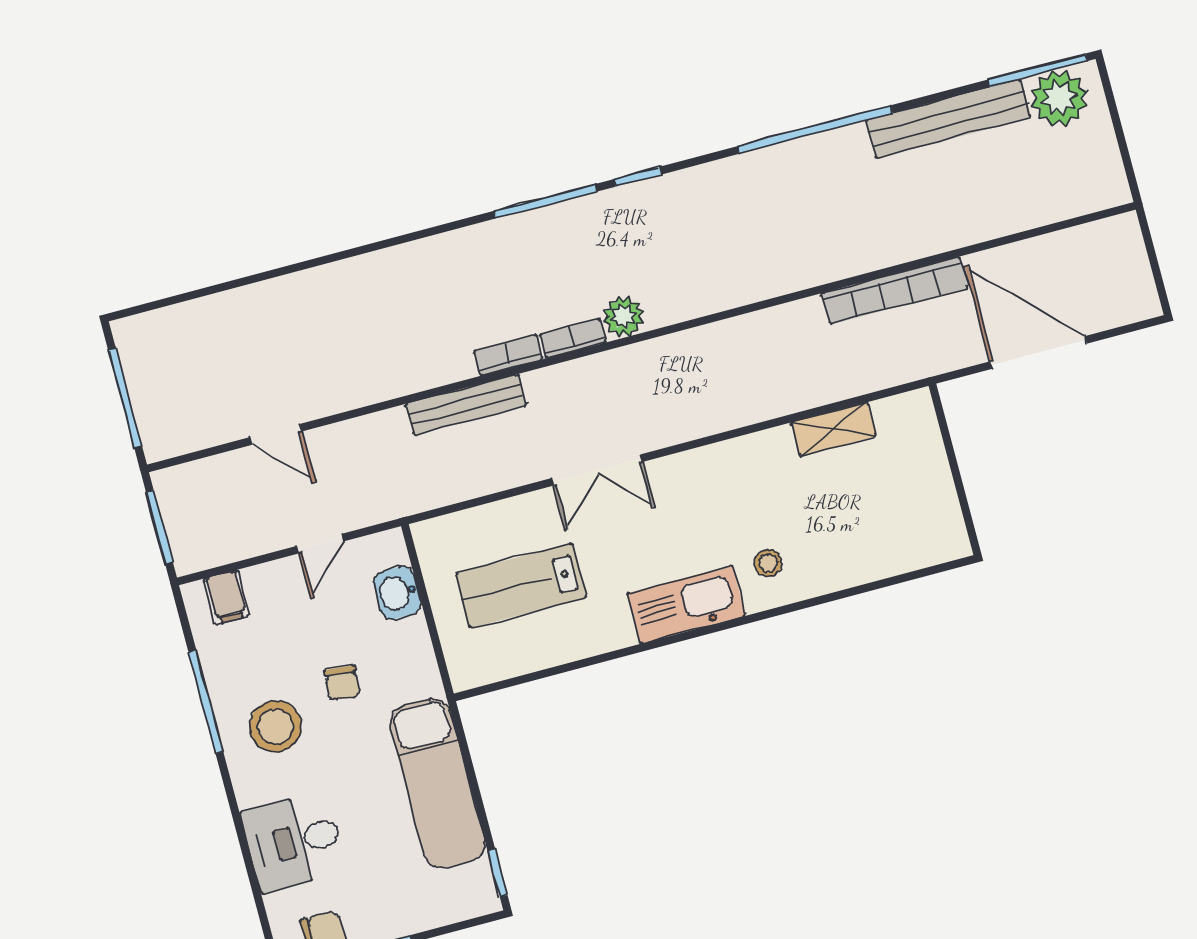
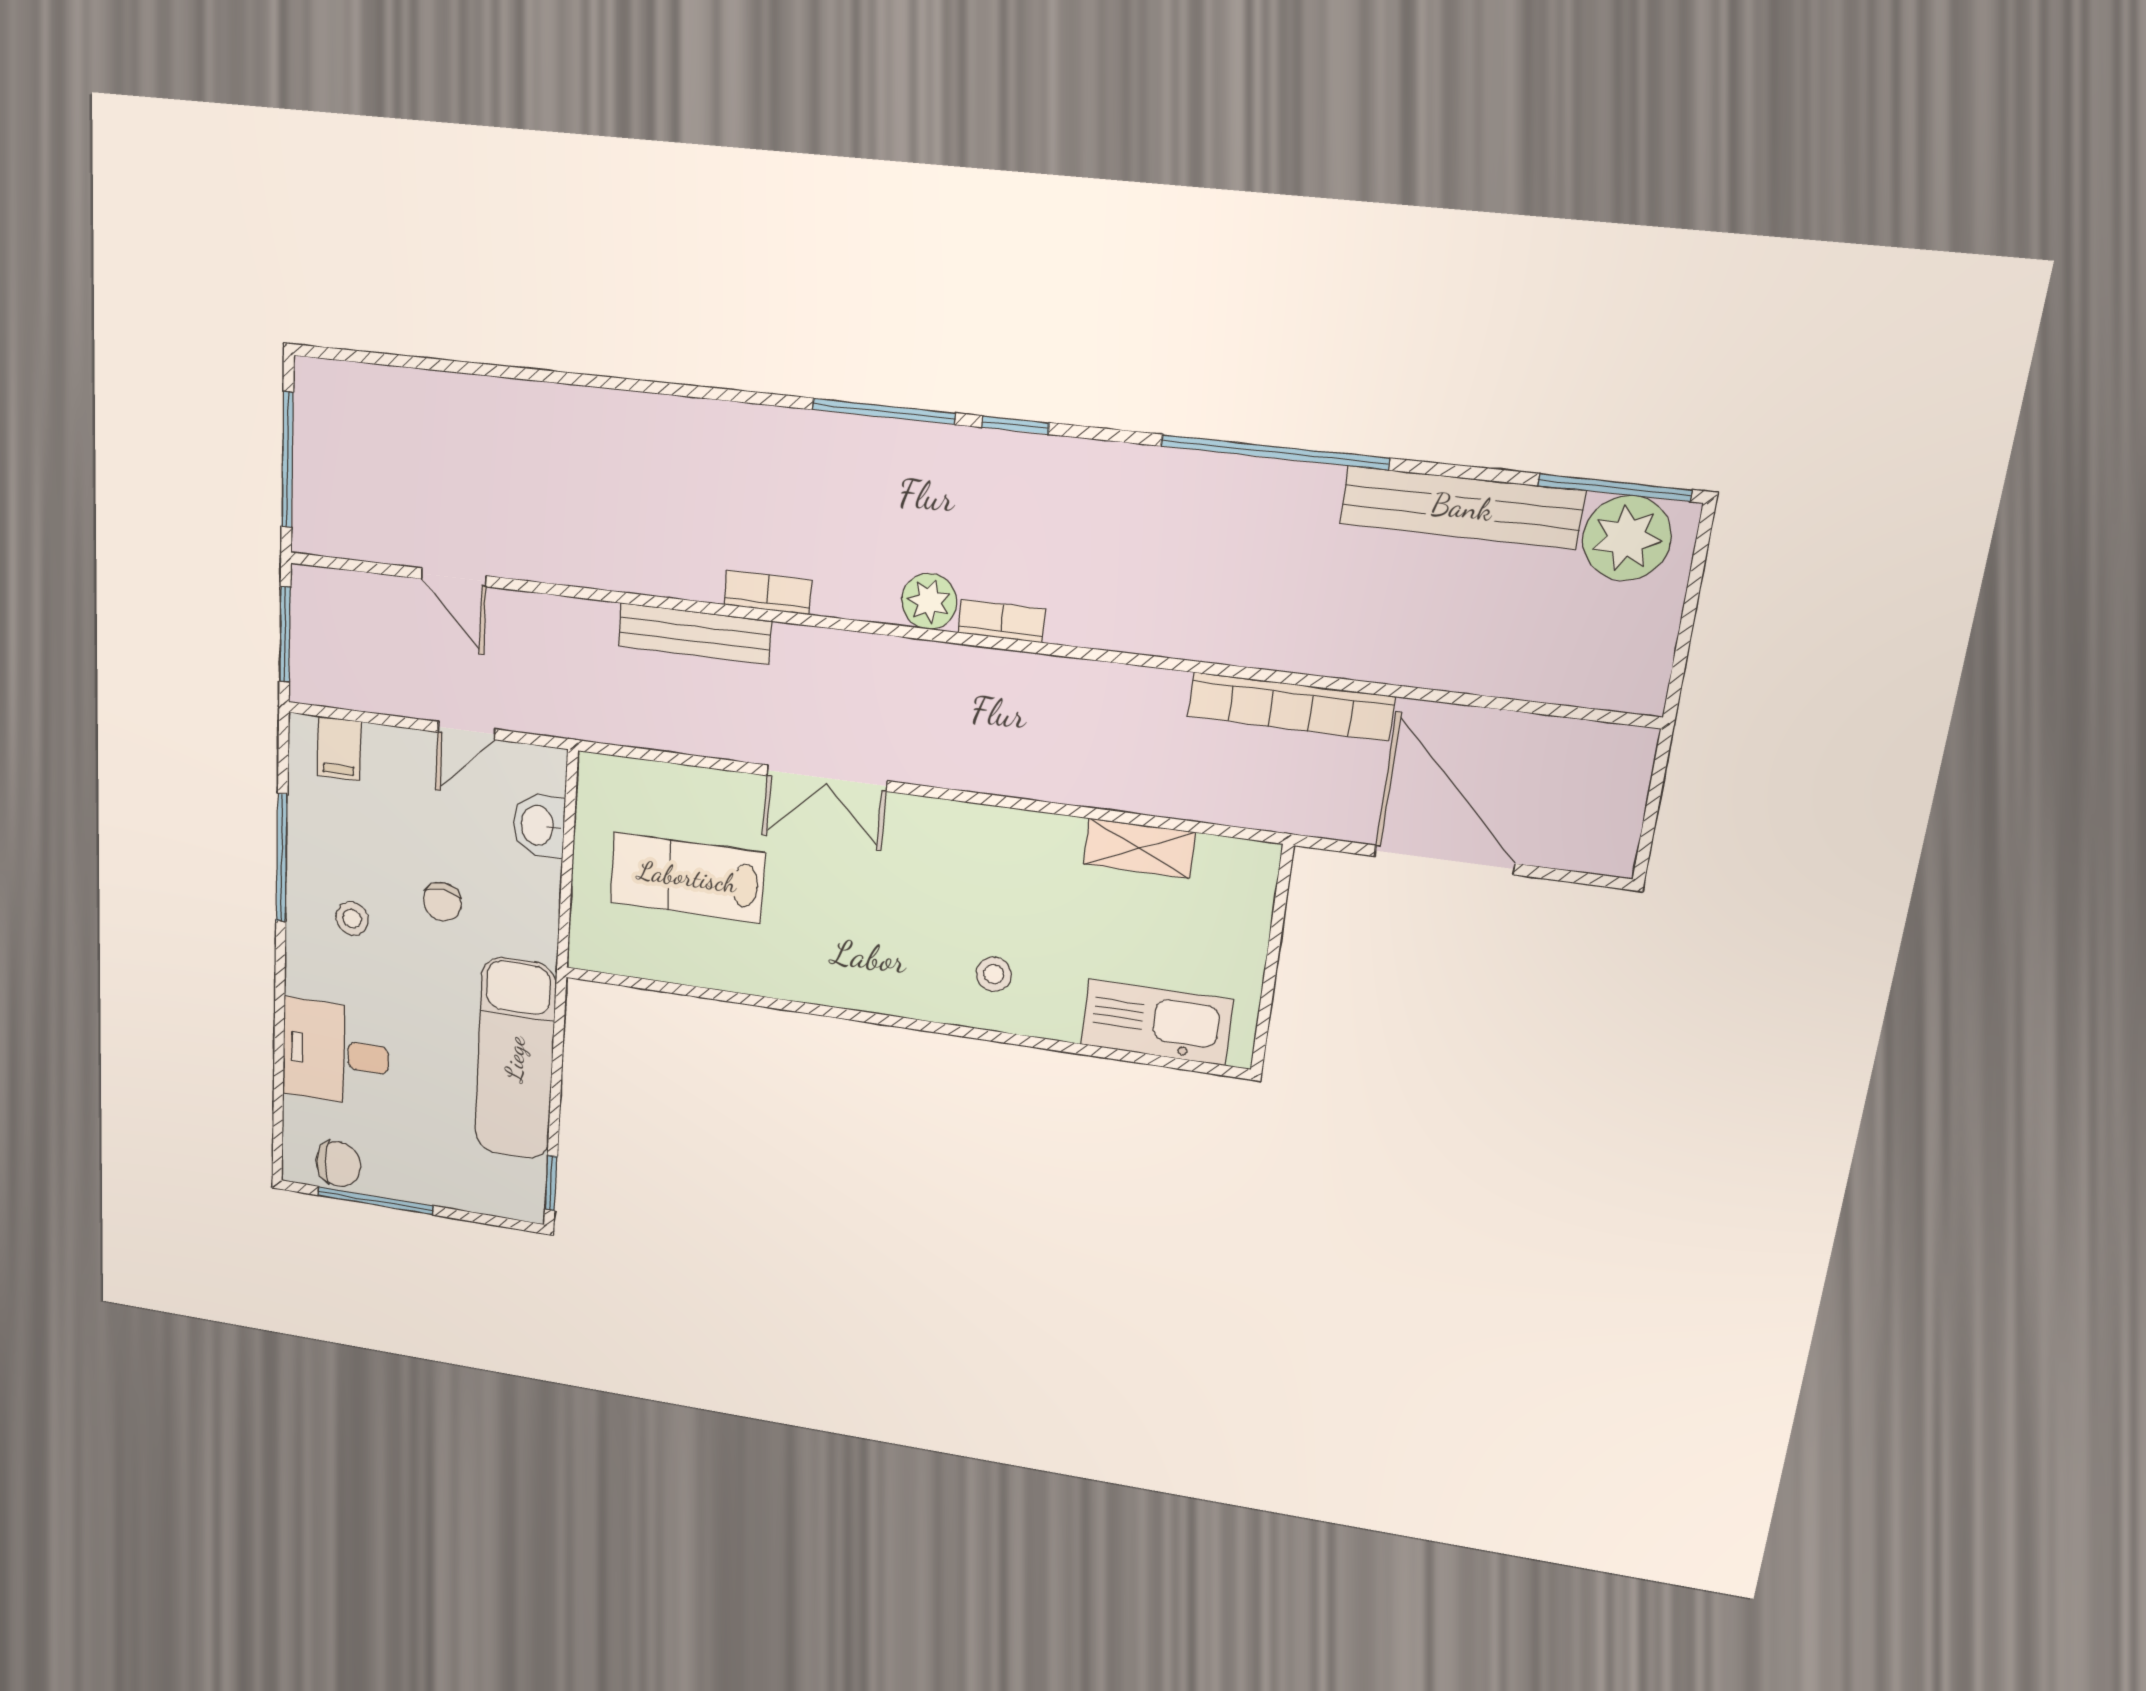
bookcase: (573, 338) -> (1002, 621), moved
kitchen sink: (686, 605) -> (1157, 1022), moved
stool: (275, 726) -> (352, 919), width x0.53, depth x0.53

